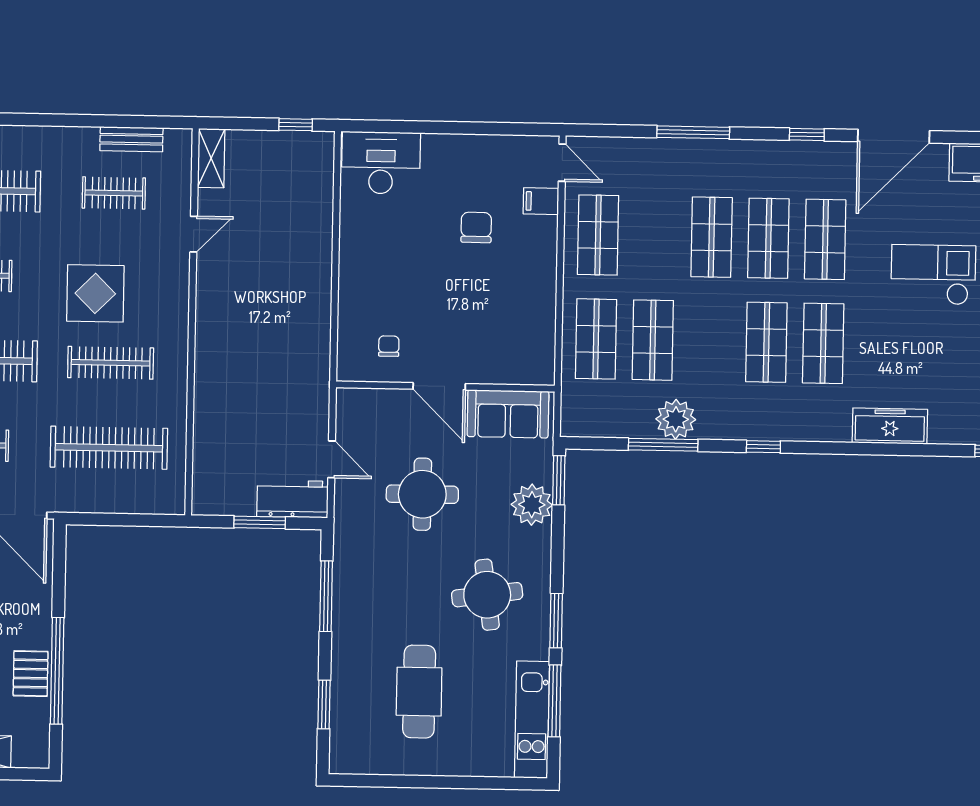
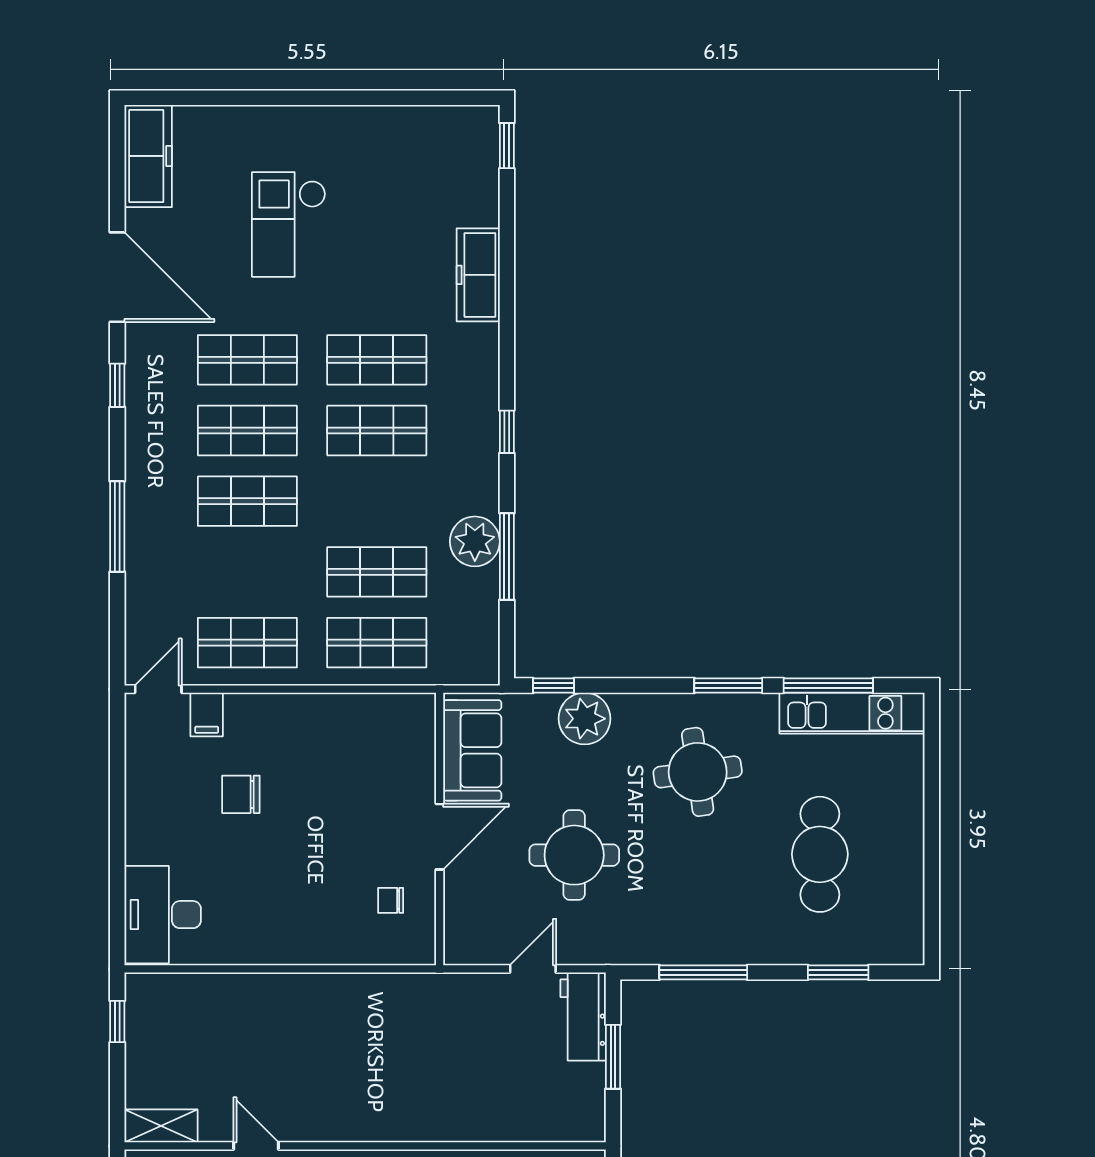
window: (559, 480) -> (553, 686), width x0.67
cafe table: (419, 692) -> (820, 854), turned 90

